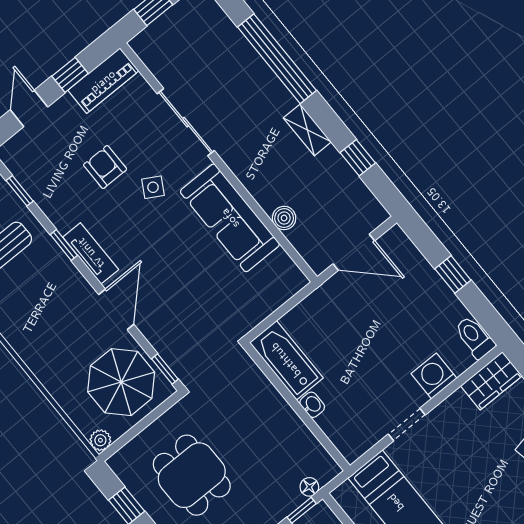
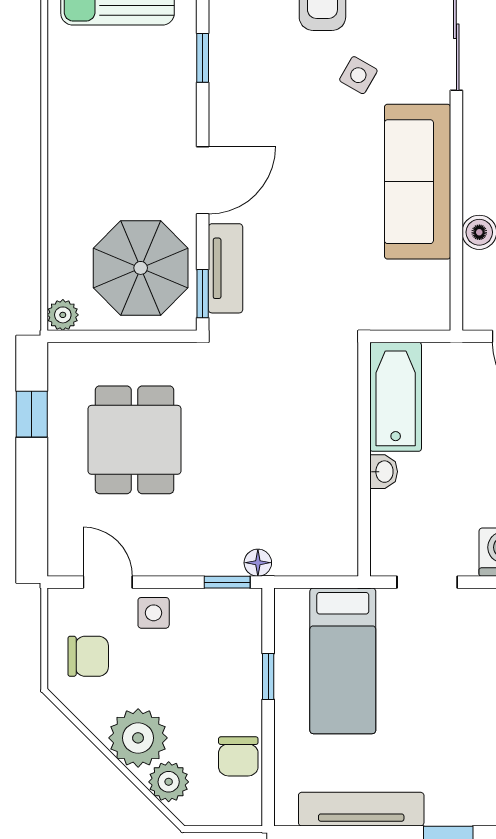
tv unit: (91, 253) -> (226, 268), moved
bathtub: (286, 360) -> (396, 397), moved
washbasin: (312, 405) -> (384, 472), moved
wall: (297, 407) -> (364, 459), moved

